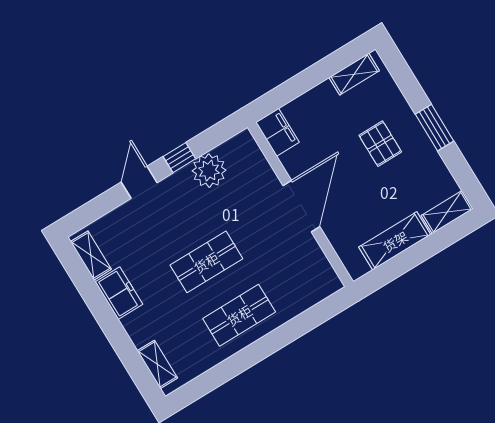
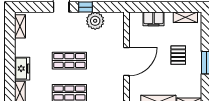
filing cabinet: (277, 132) -> (153, 19), moved, turned 90
freezer: (119, 293) -> (22, 69), moved

